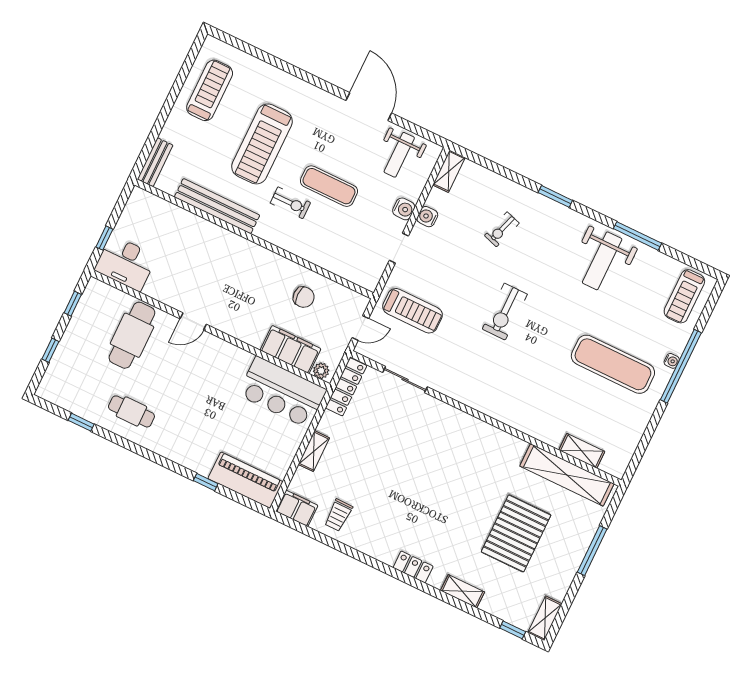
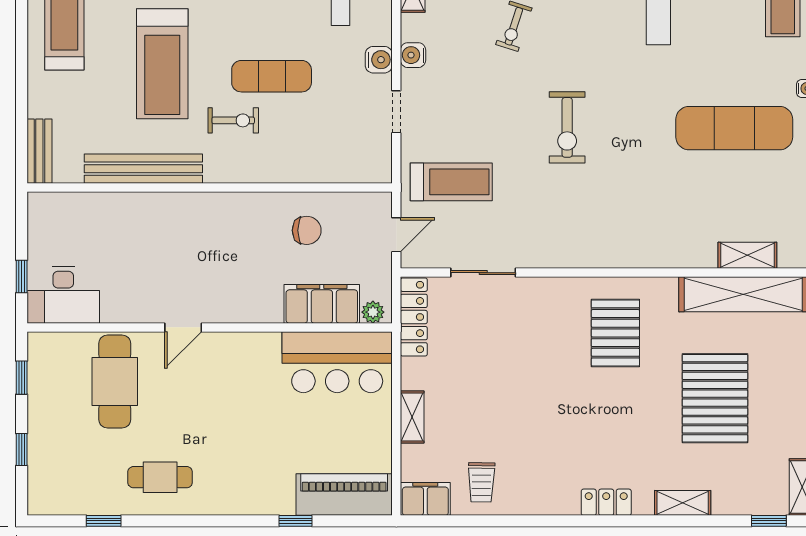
pallet: (472, 460) -> (615, 333), added

